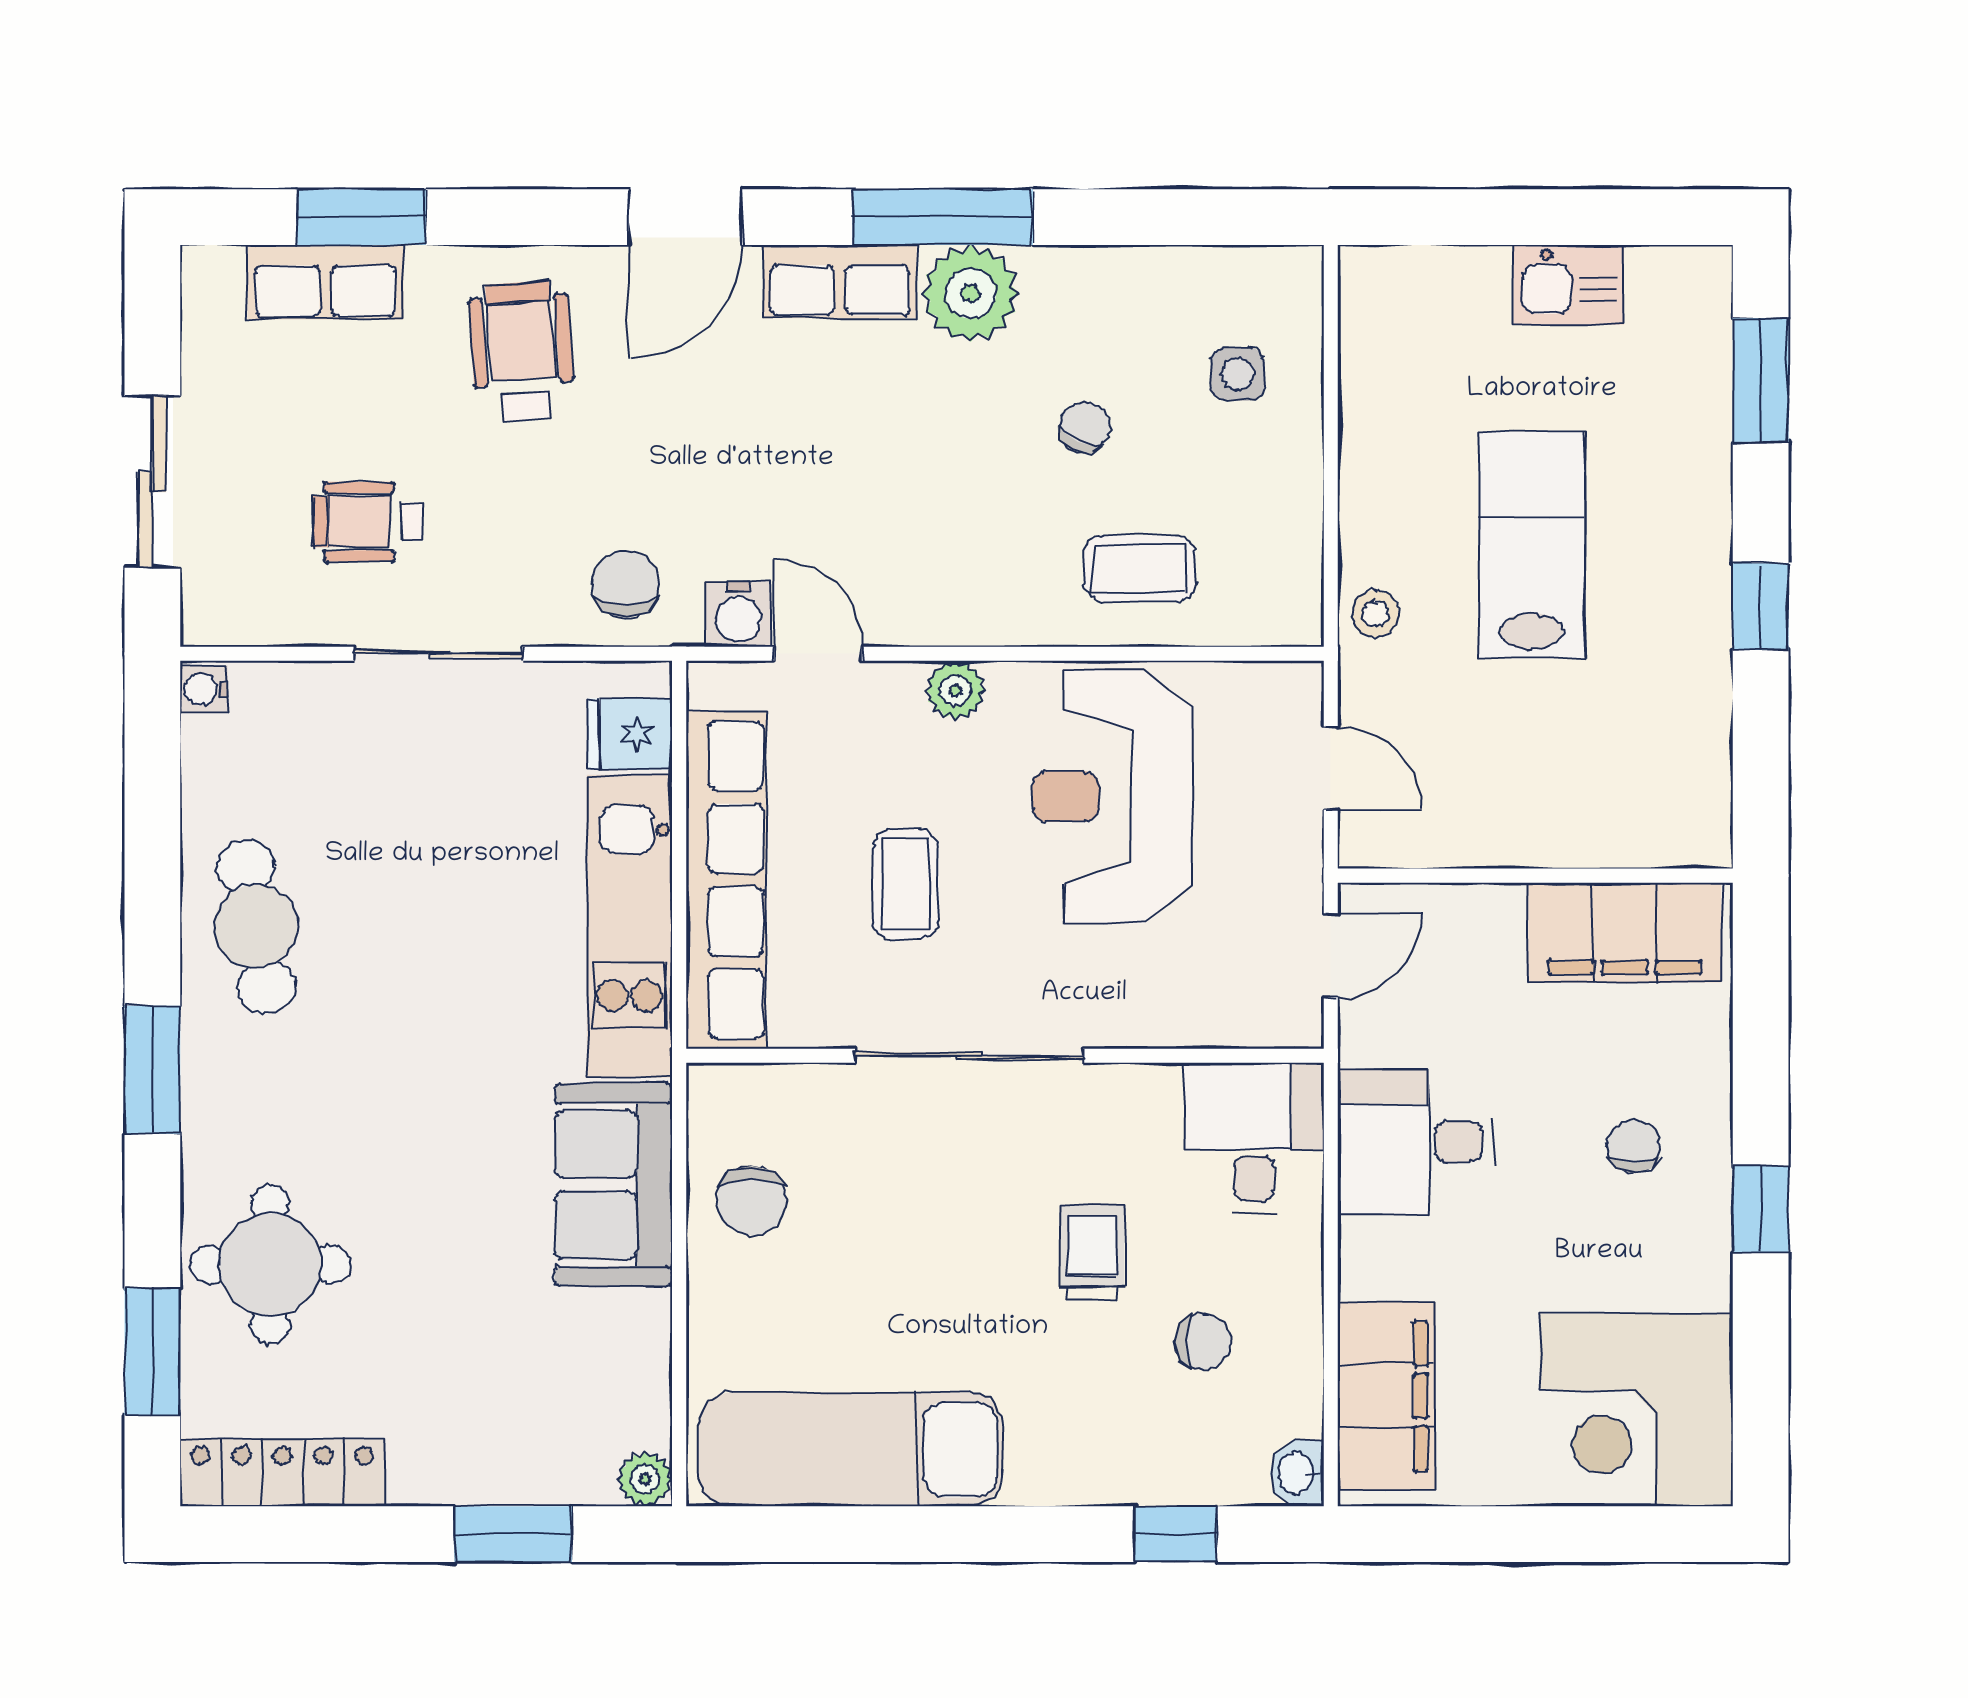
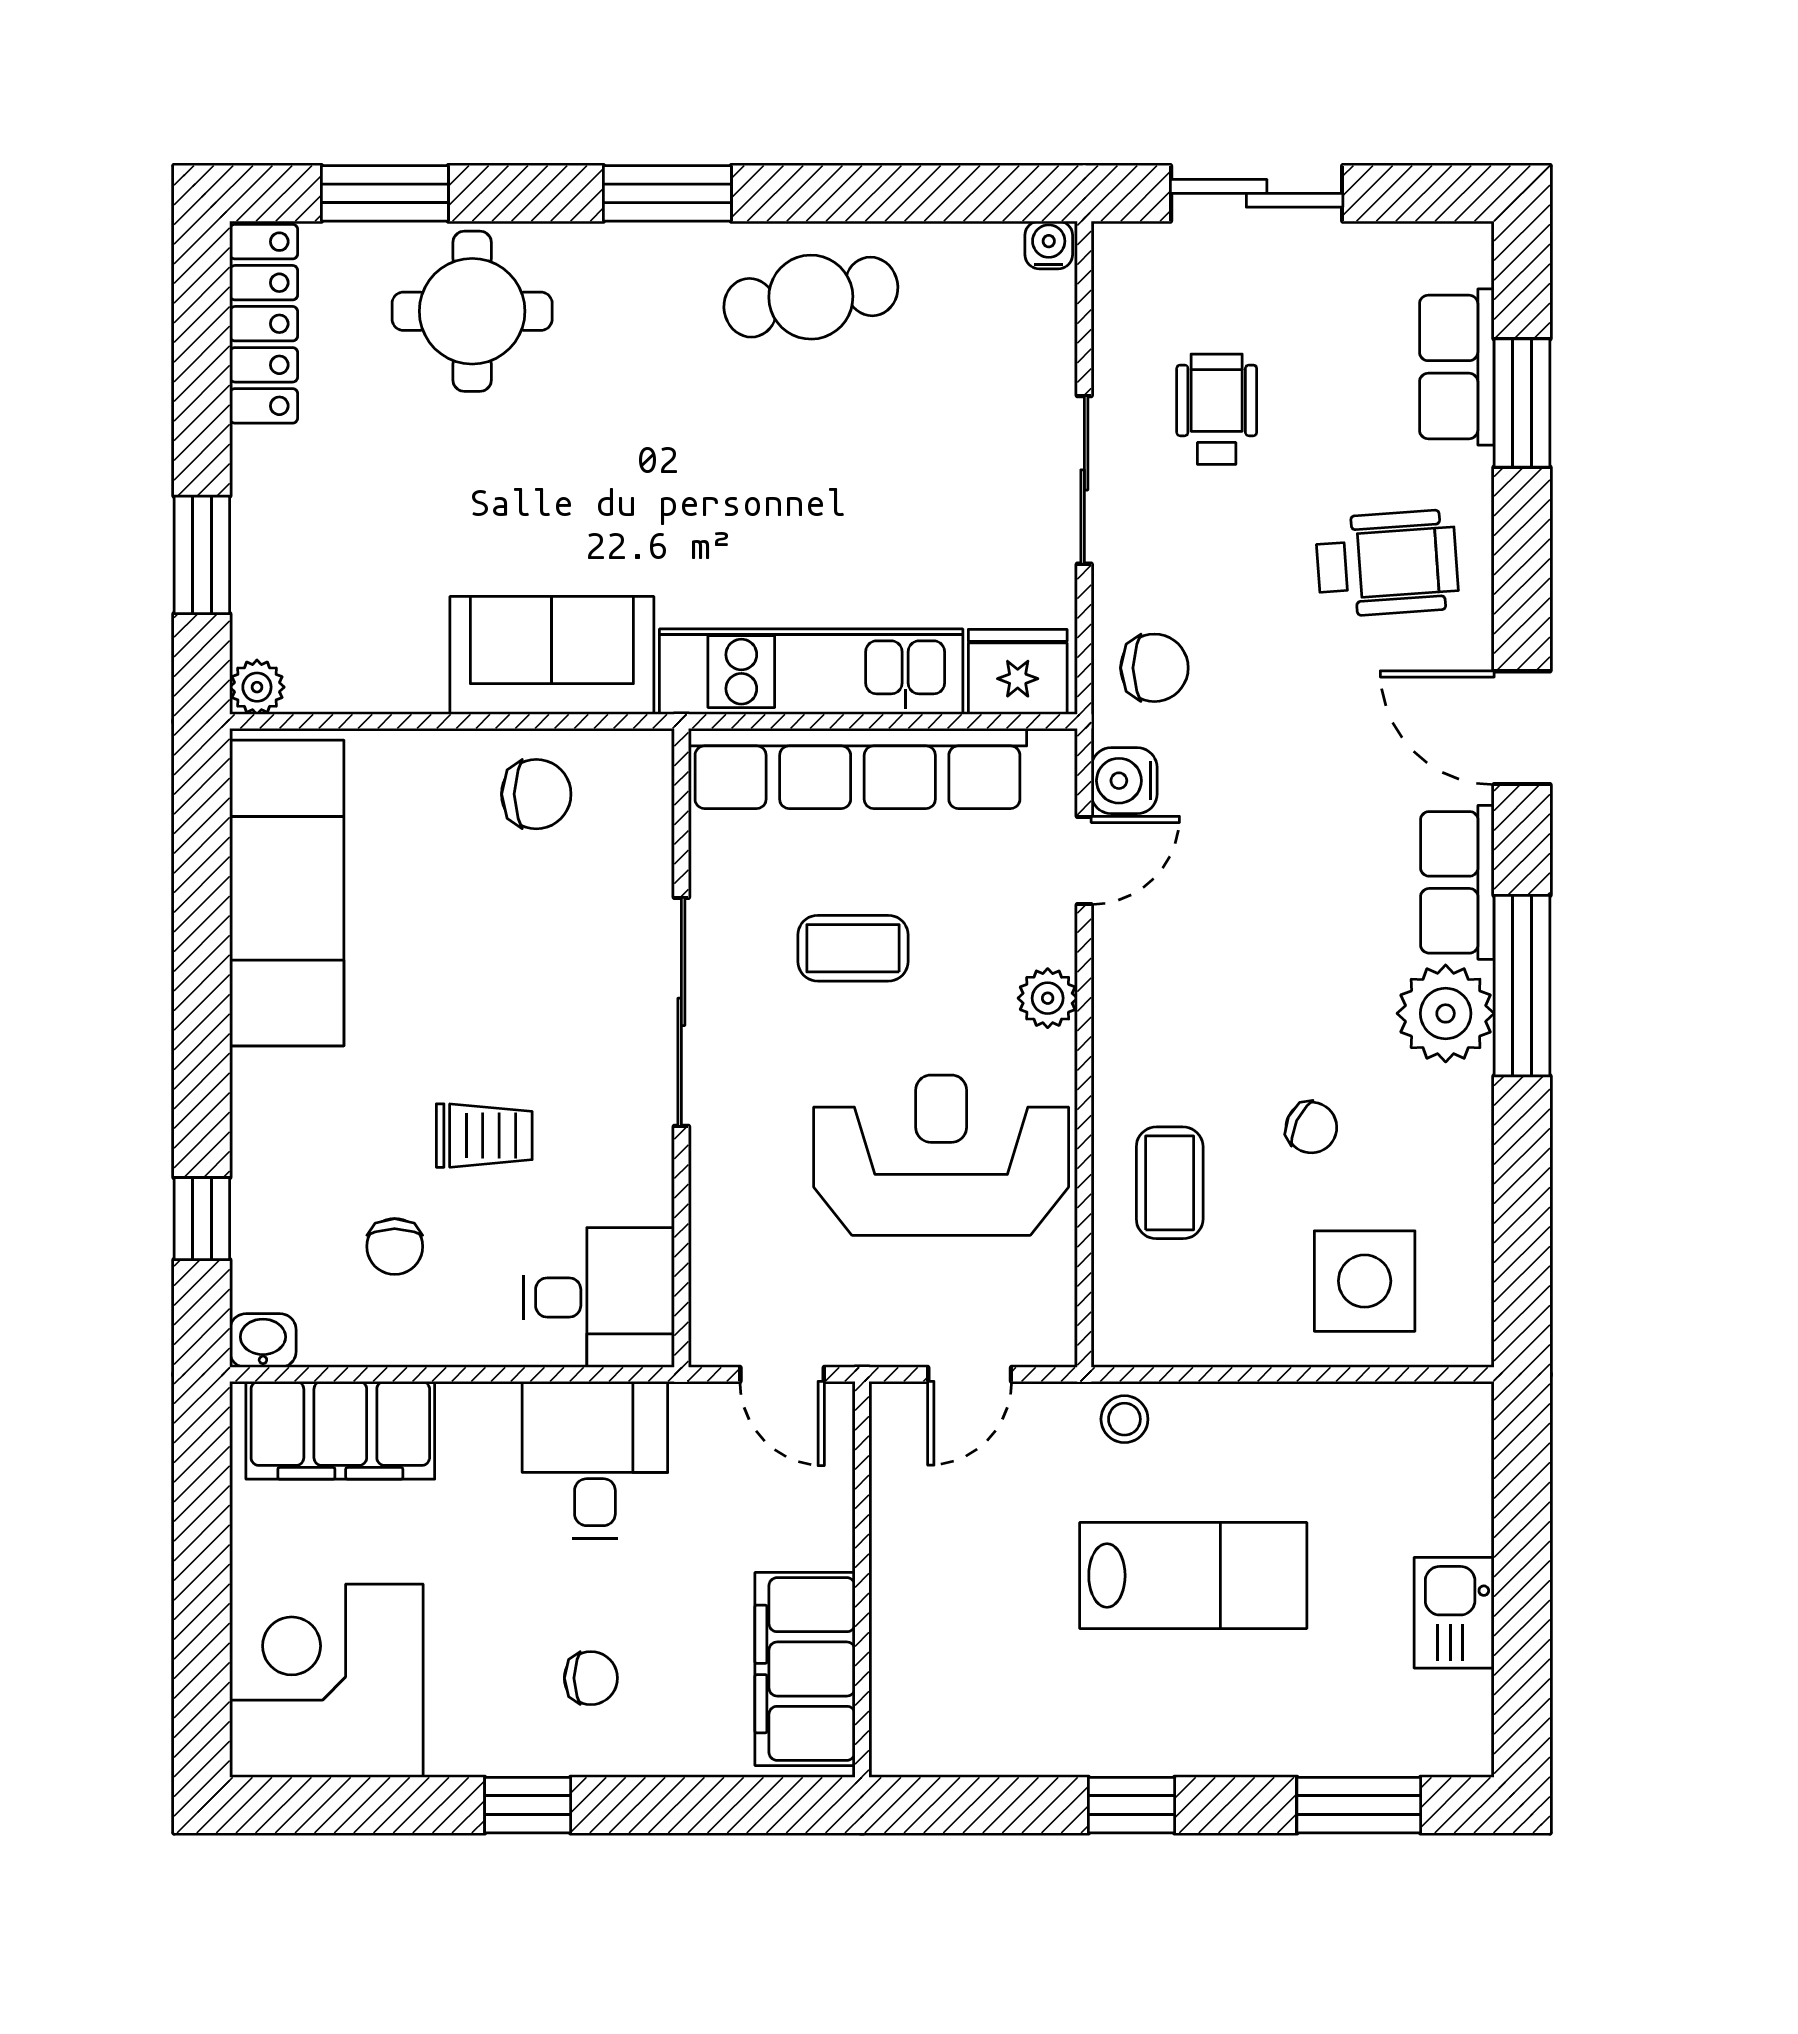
side table: (1238, 374) -> (1365, 1281), width x1.87, depth x1.87
fridge: (630, 734) -> (1018, 672), width x1.38
chair: (752, 1201) -> (536, 794), turned 180

